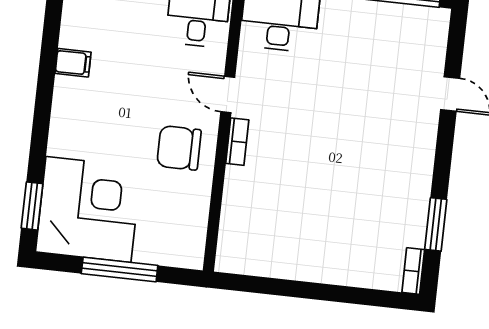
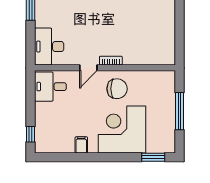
chair: (179, 148) -> (117, 89), turned -90
corner desk: (88, 209) -> (122, 130), moved

